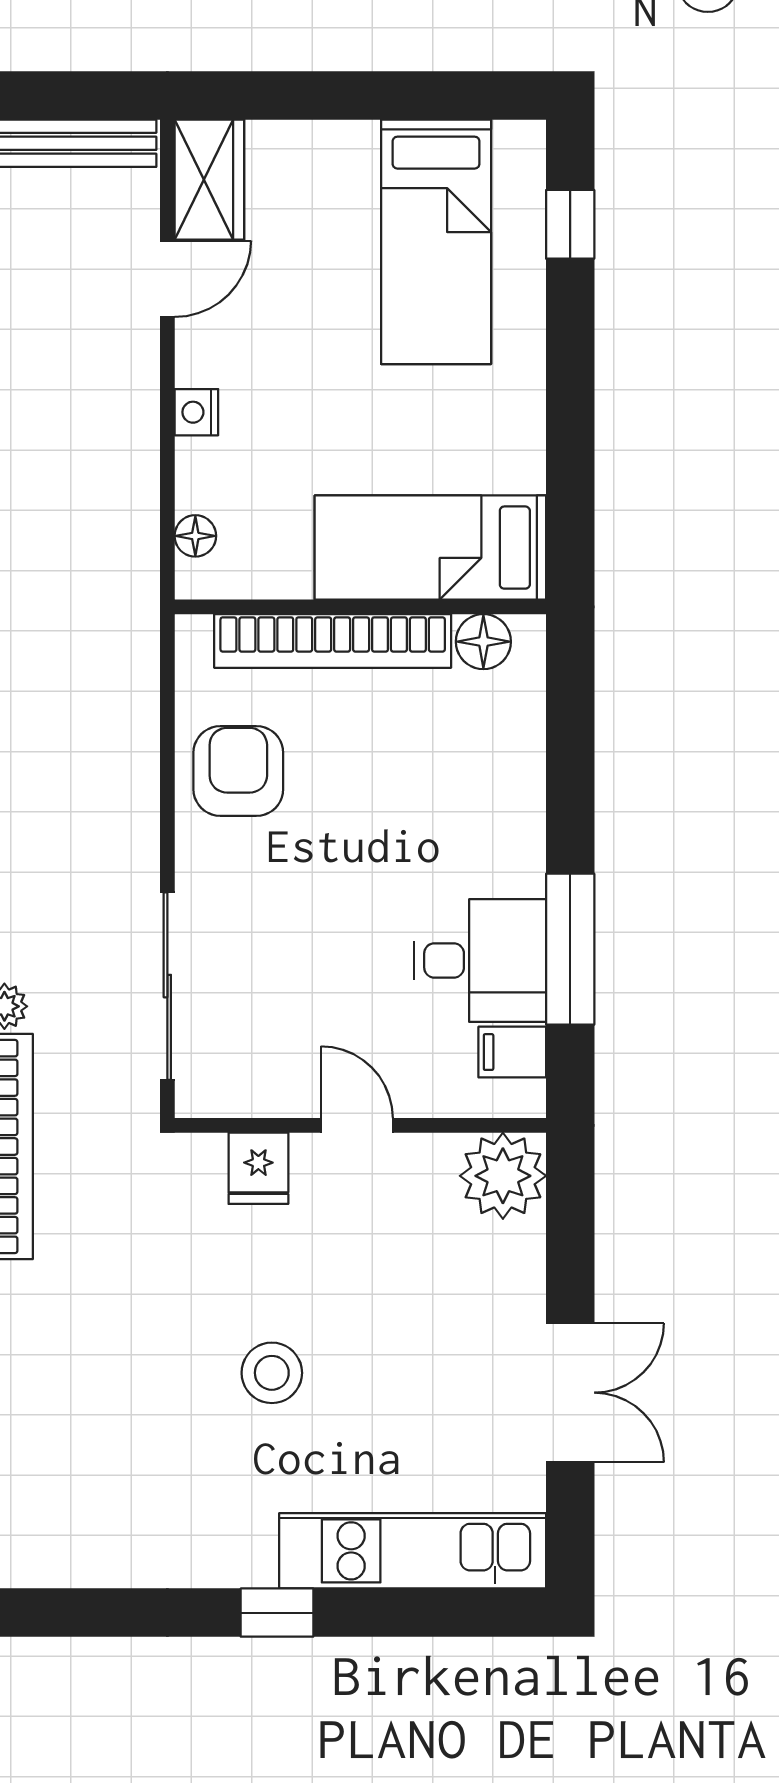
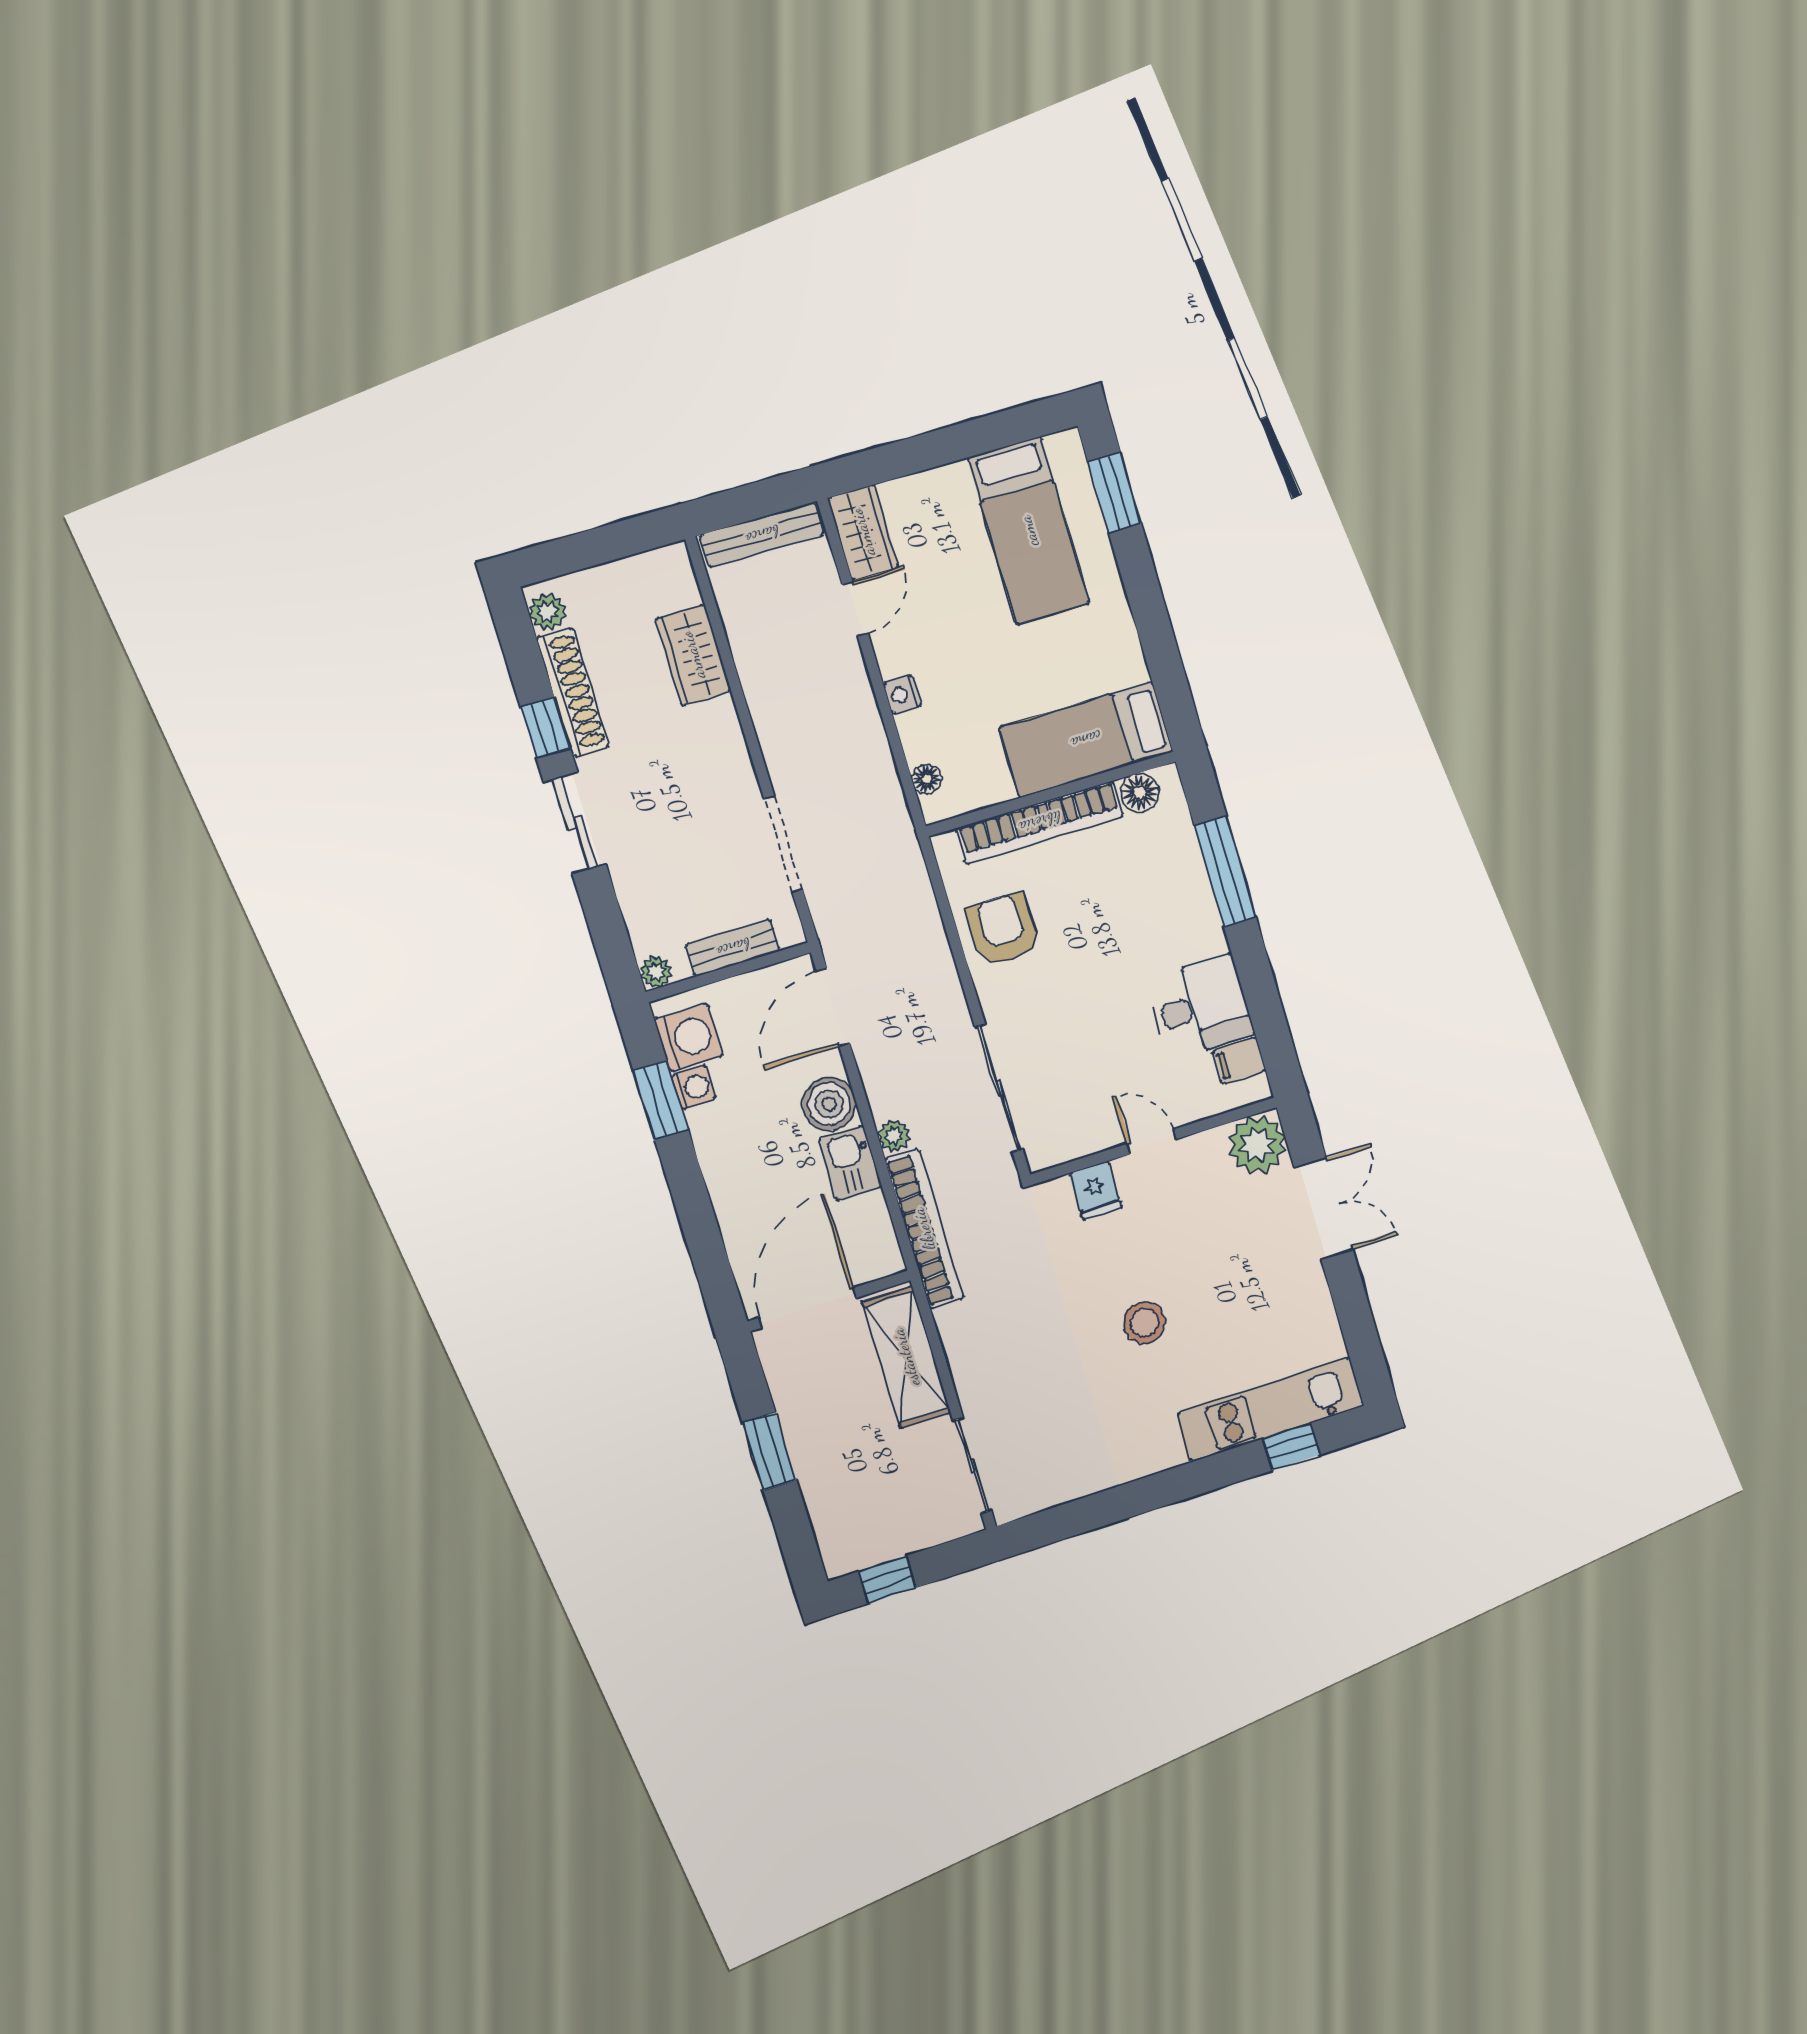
window: (570, 224) -> (1115, 492), width x1.50
window: (570, 949) -> (1225, 871), moved
double door: (570, 1393) -> (1324, 1209), moved
window: (277, 1613) -> (1291, 1447), moved

